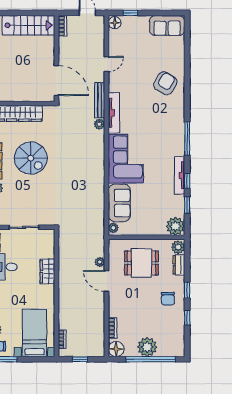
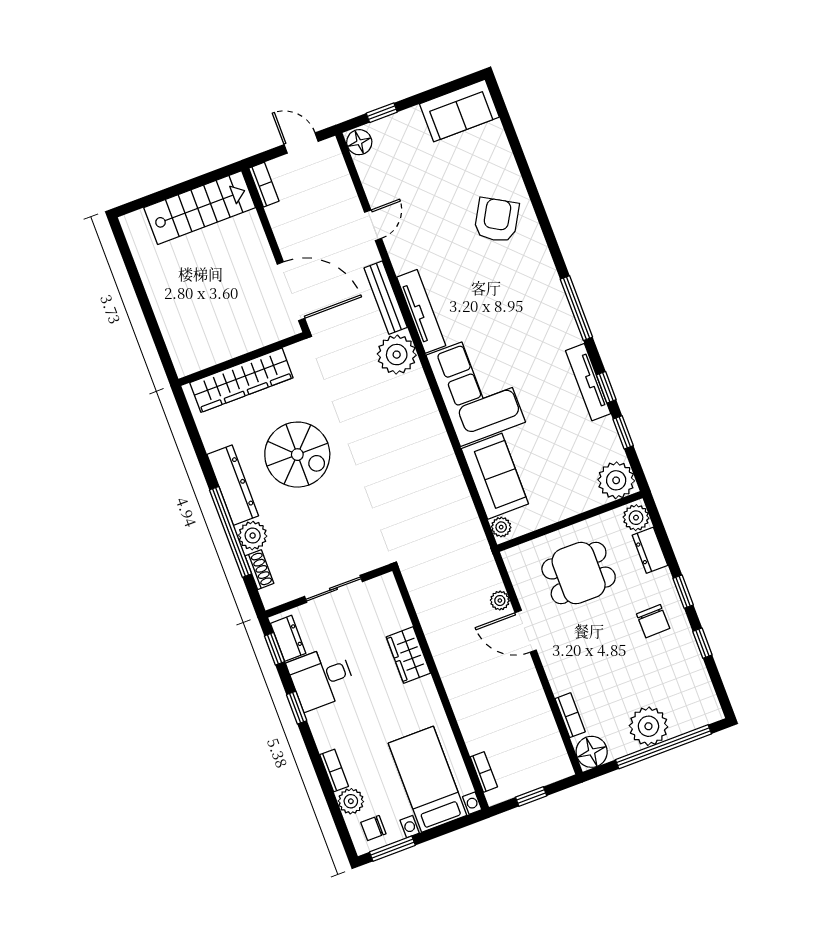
plant: (99, 124) -> (397, 355), width x1.87, depth x1.87

